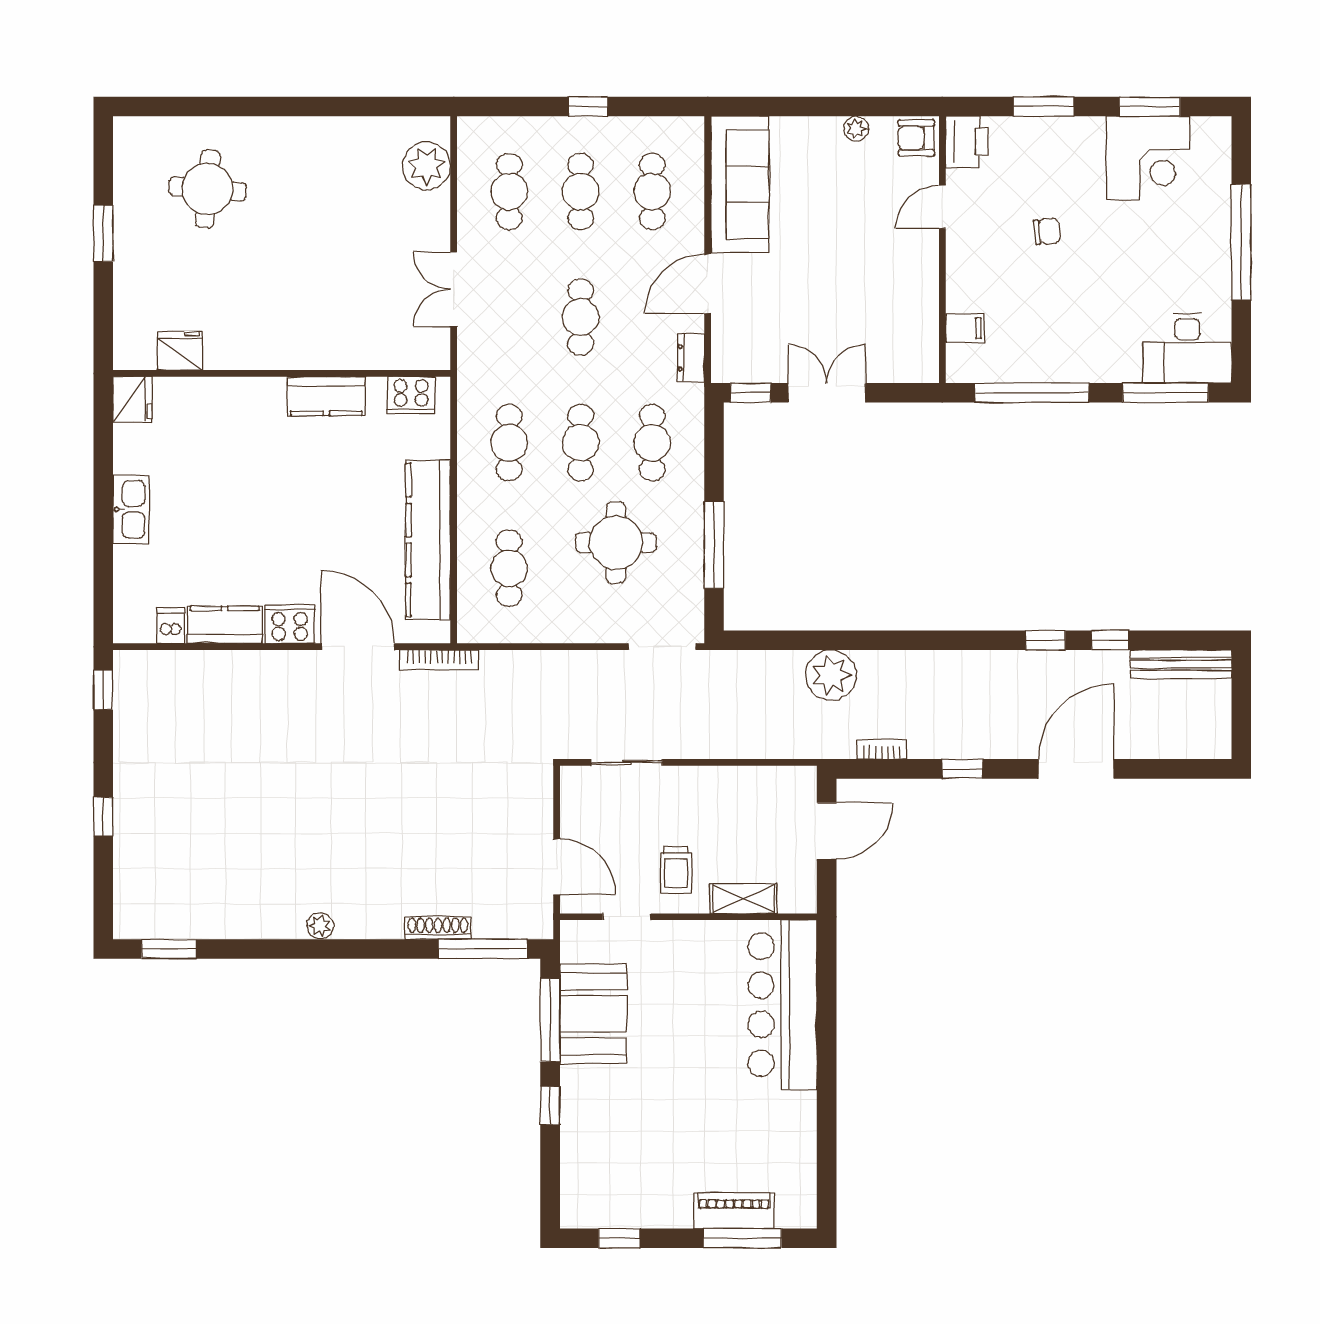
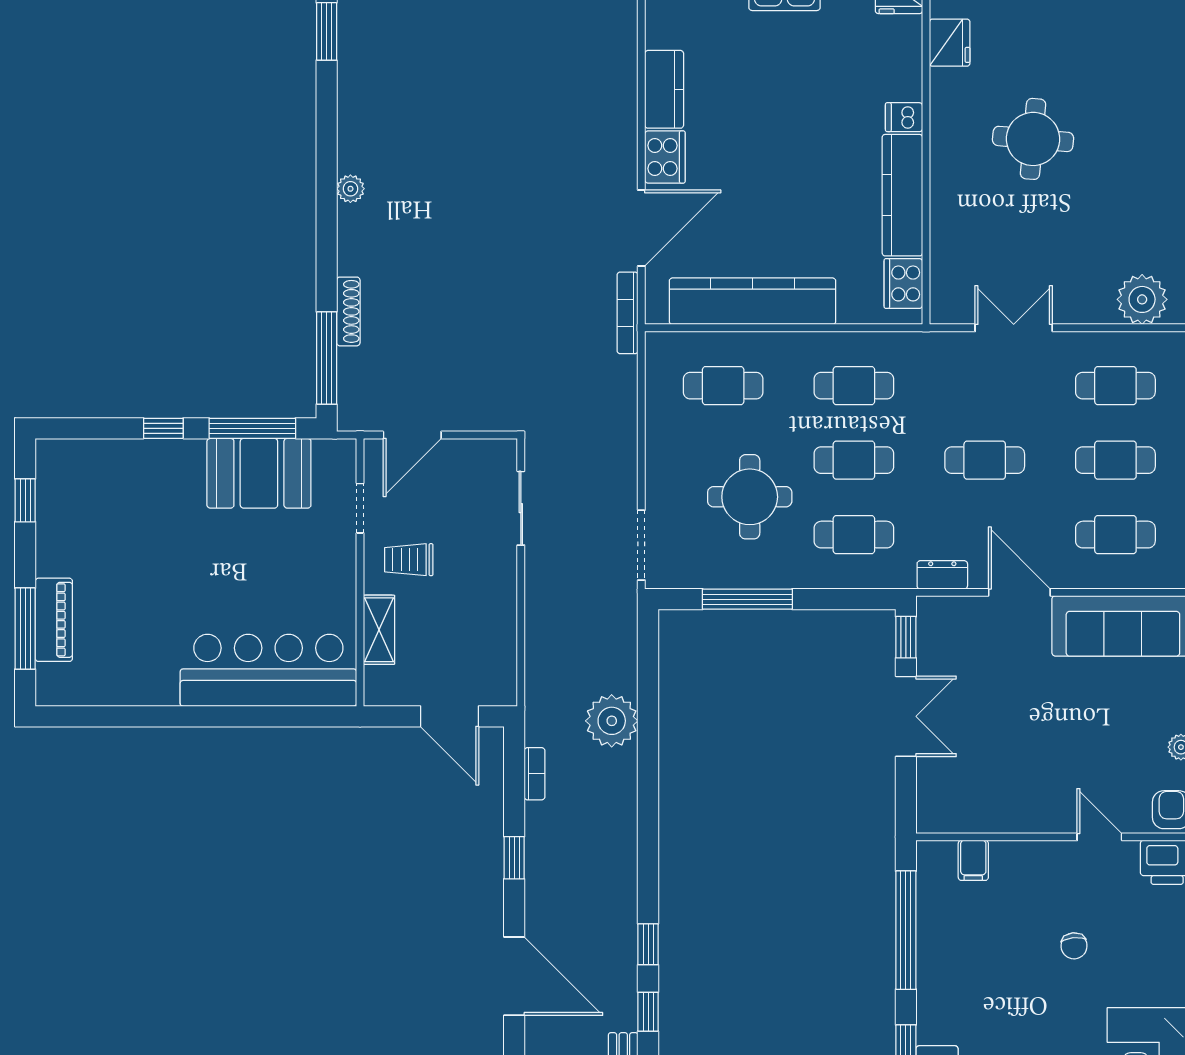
round table: (208, 189) -> (1033, 139), moved
kitchen counter: (326, 396) -> (902, 195), width x1.50
dishwasher: (171, 626) -> (904, 117), moved, turned 180

